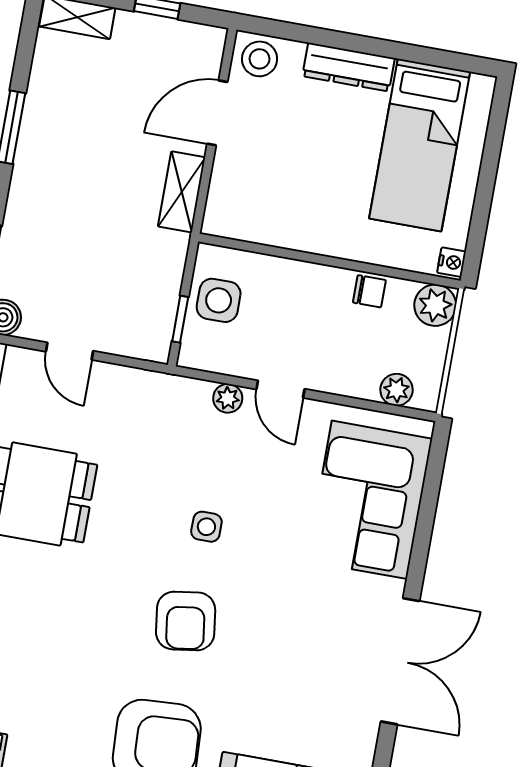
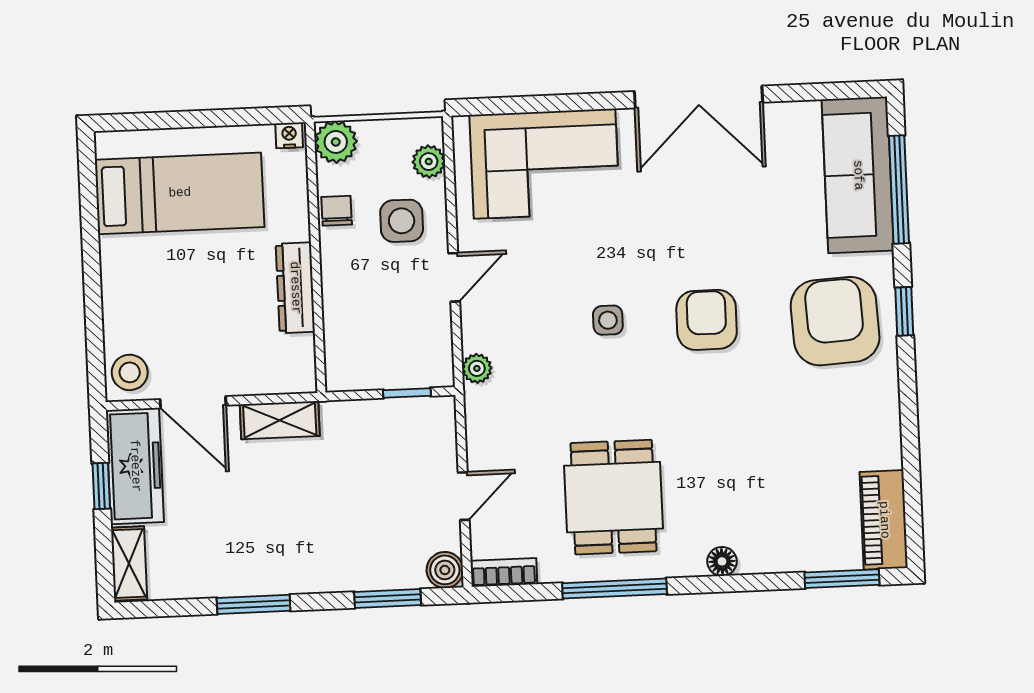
freezer: (169, 44) -> (135, 466), added
dresser: (349, 67) -> (295, 288), moved, turned 180
side table: (219, 300) -> (402, 221), moved
plant: (228, 398) -> (477, 368), moved
armchair: (186, 621) -> (707, 320), turned -82
double door: (400, 661) -> (699, 97), swing flipped

